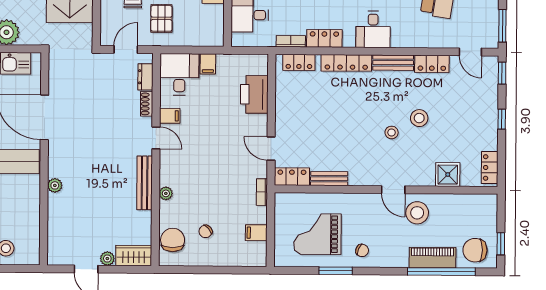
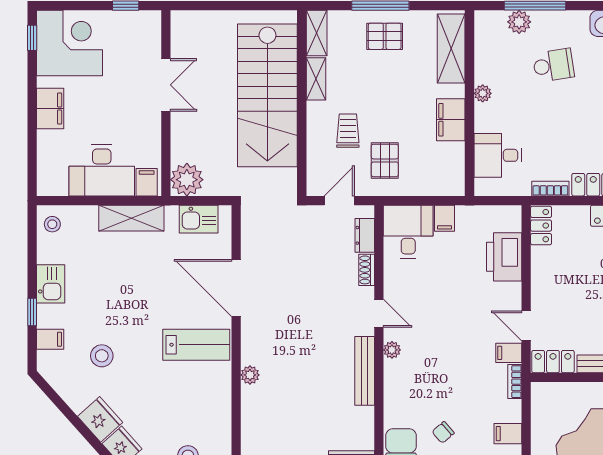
locker: (299, 62) -> (541, 226), moved, turned -90
filing cabinet: (170, 116) -> (509, 353), moved, turned 180
plant: (166, 193) -> (392, 350), moved

